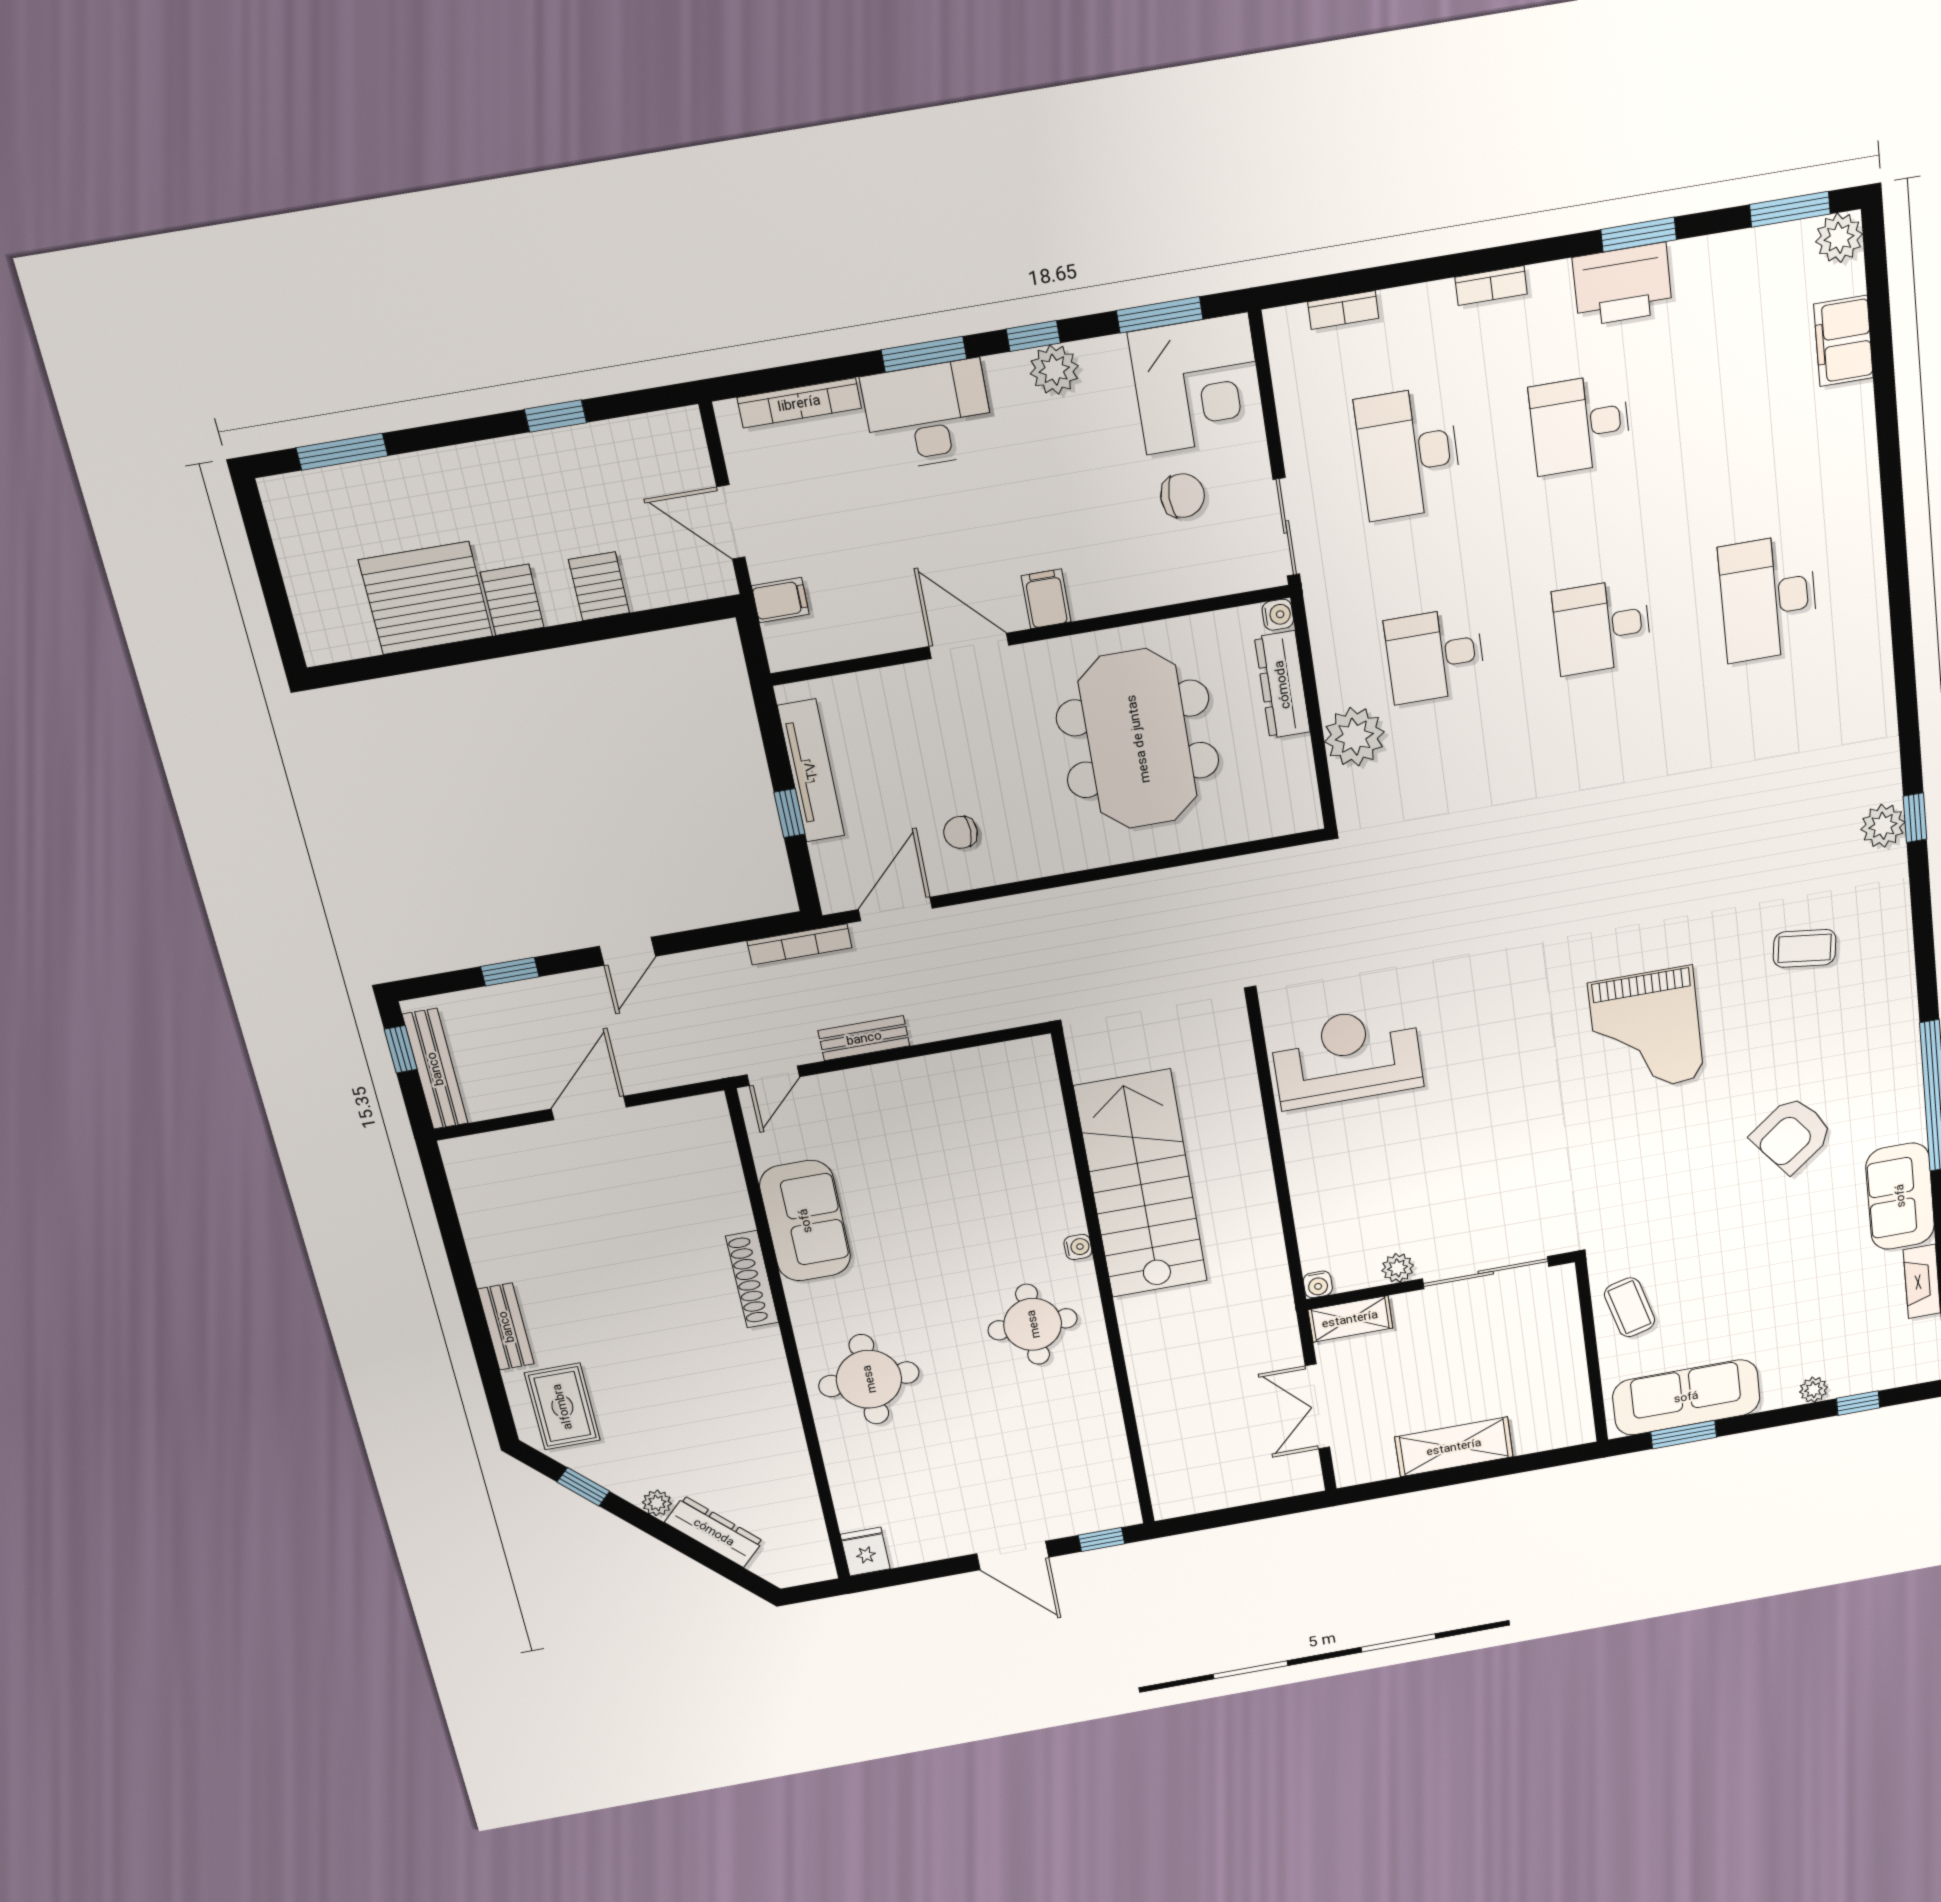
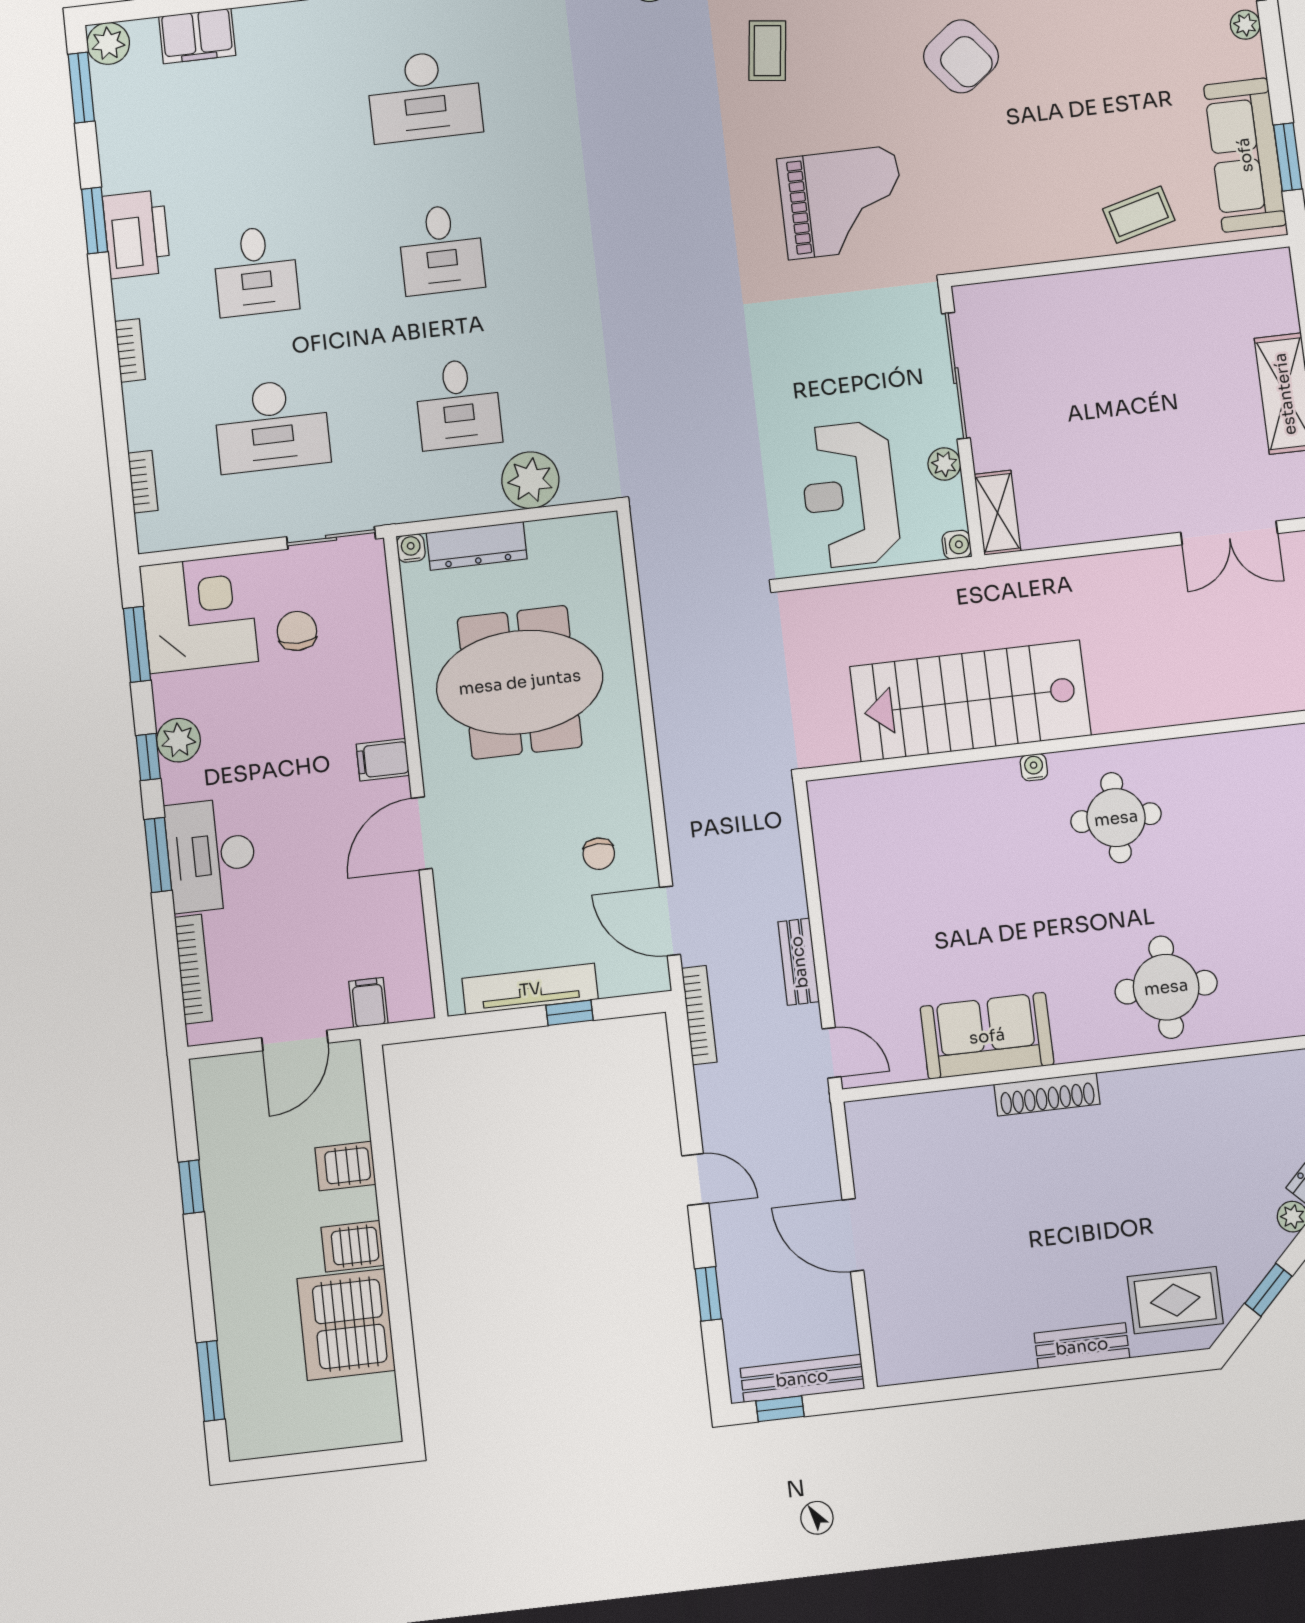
plant: (1398, 1268) -> (944, 464), moved
sliding door: (1486, 1273) -> (956, 376), moved
wall: (1441, 1281) -> (961, 421), moved
water cooler: (1318, 1284) -> (957, 545), moved
shelving: (1350, 1319) -> (997, 513), moved

